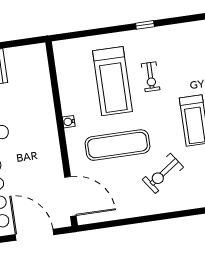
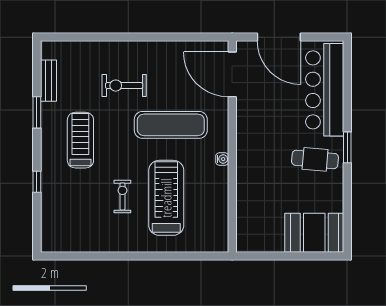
window: (145, 25) -> (121, 256), removed
exercise bike: (163, 173) -> (124, 86), turned -145

